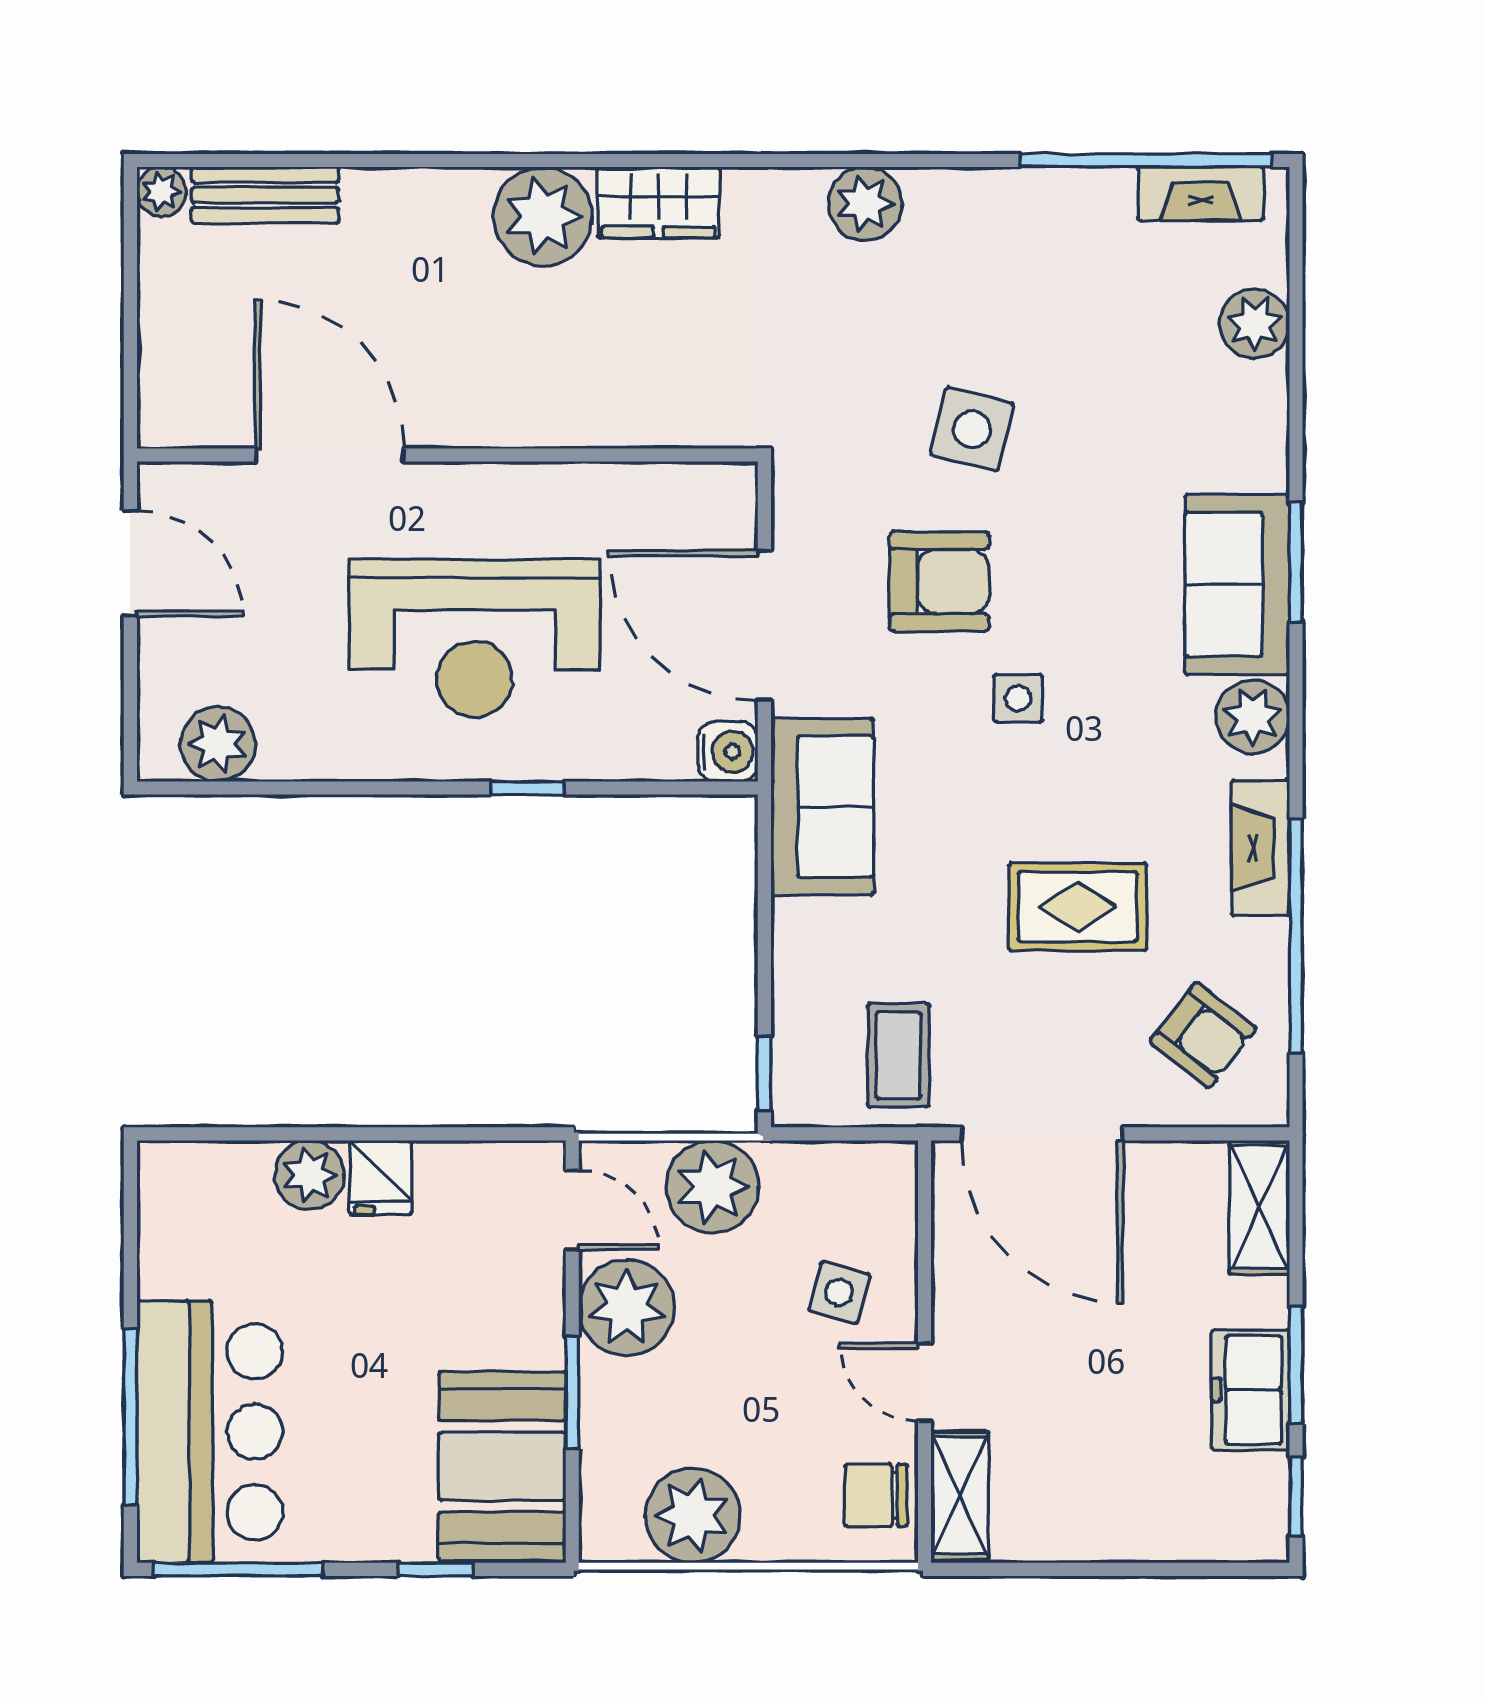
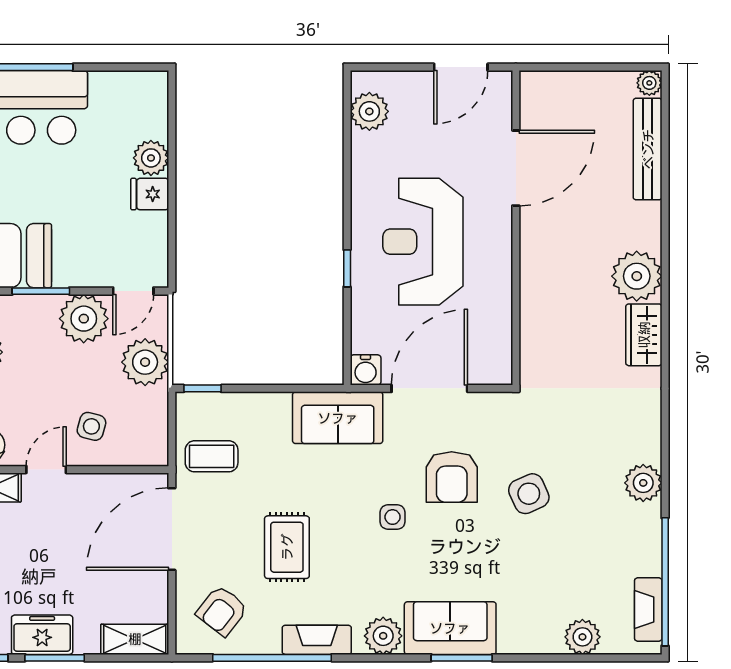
bench: (265, 195) -> (648, 149), width x1.36
plant: (865, 204) -> (643, 483), moved
side table: (972, 429) -> (529, 494), turned -38

